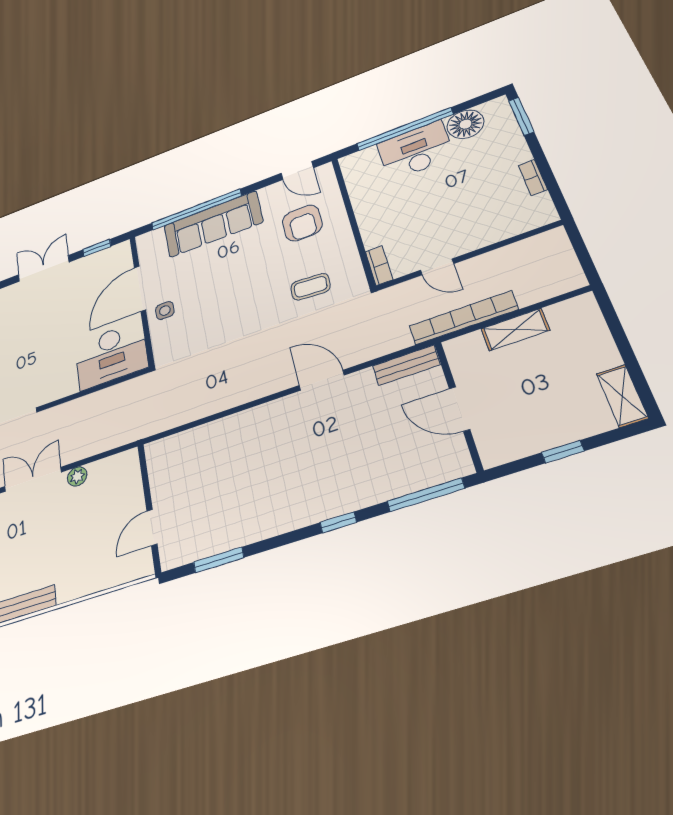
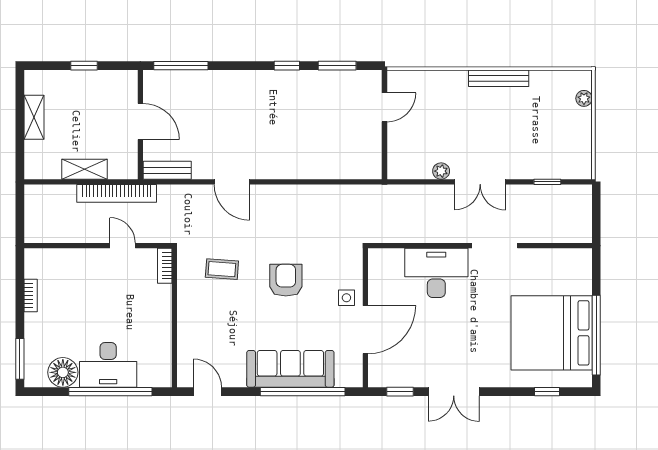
armchair: (302, 223) -> (286, 280), moved
desk: (111, 355) -> (436, 273), moved
shelving: (622, 396) -> (34, 117), moved
window: (338, 522) -> (287, 66), moved

